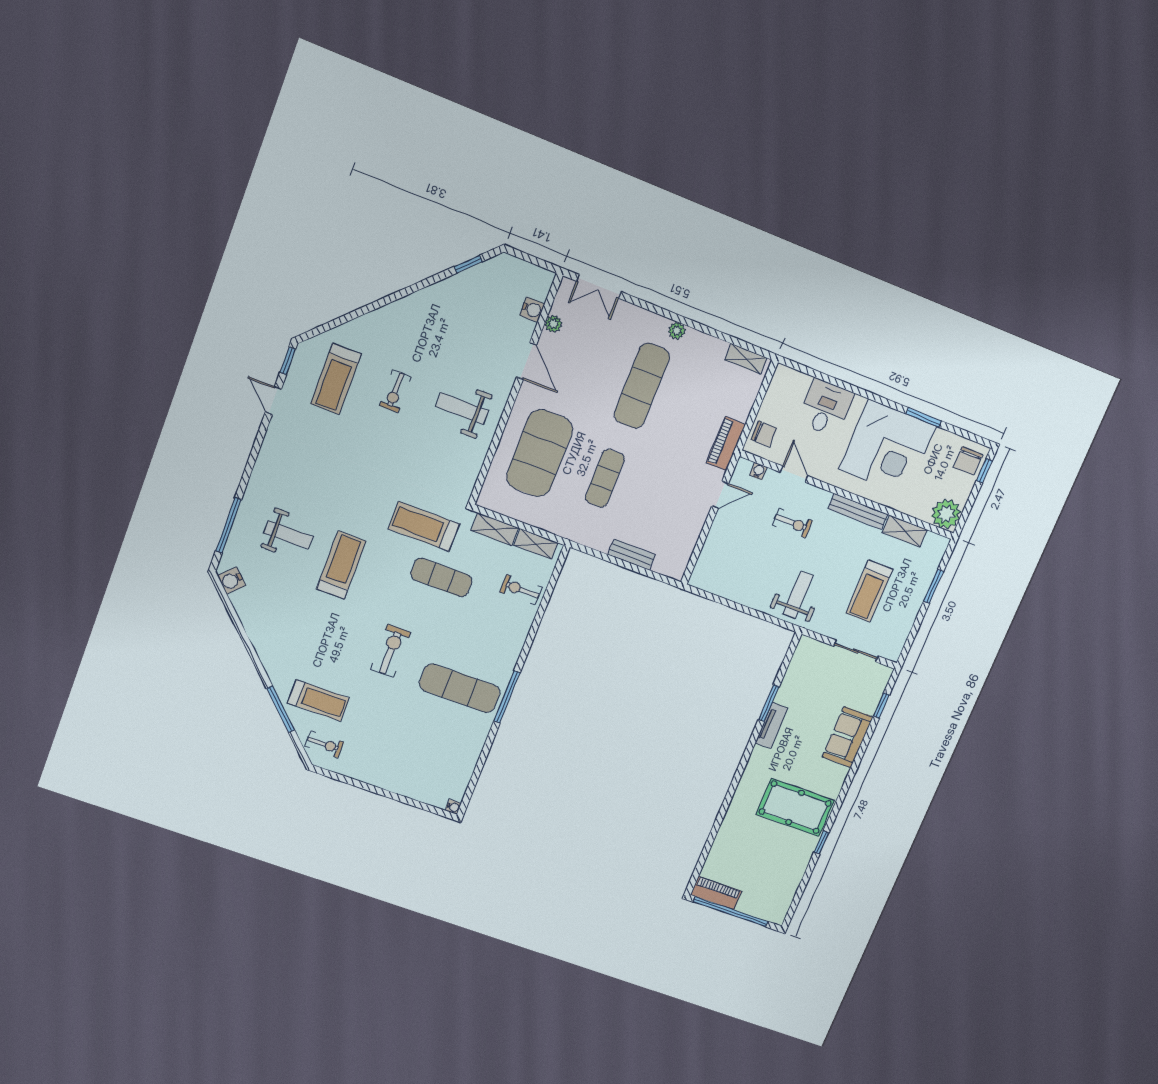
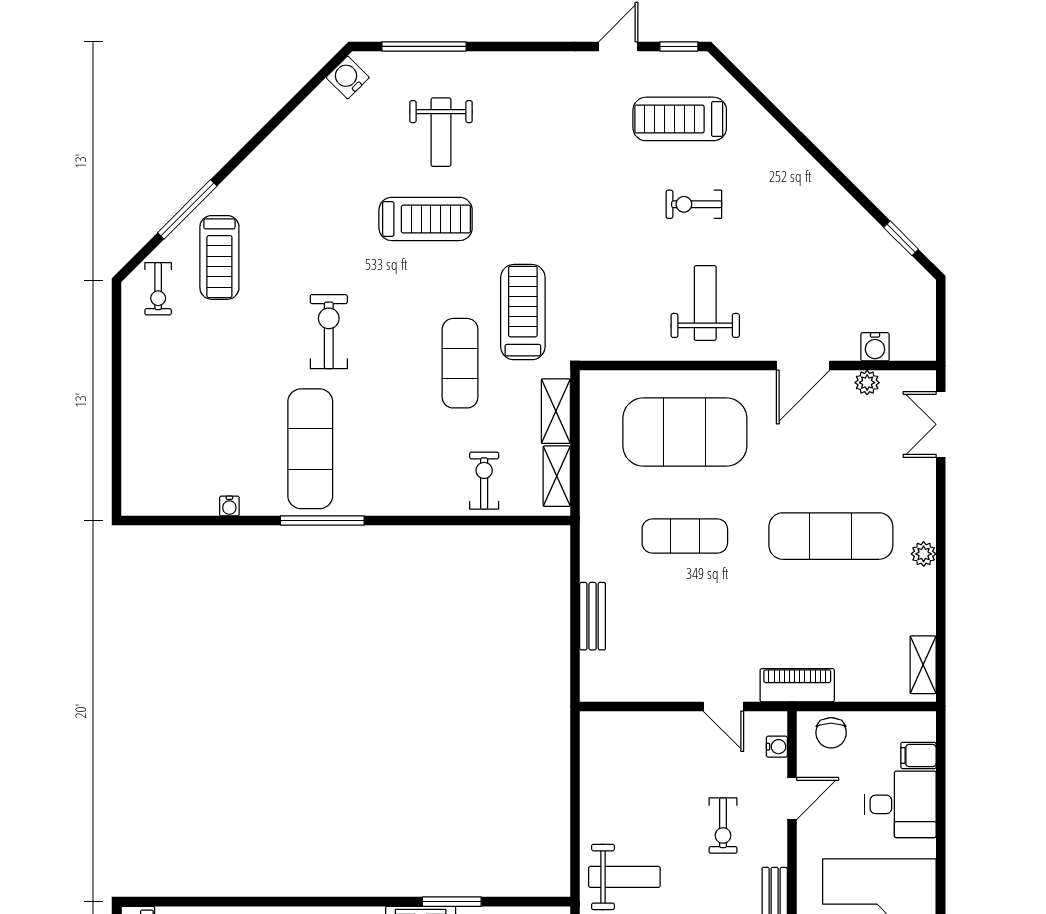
filing cabinet: (801, 384) -> (918, 755), added
exercise bike: (391, 651) -> (329, 332), turned -90
water cooler: (453, 807) -> (229, 506), moved

